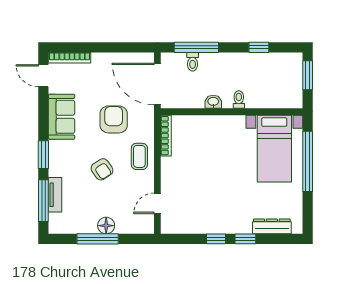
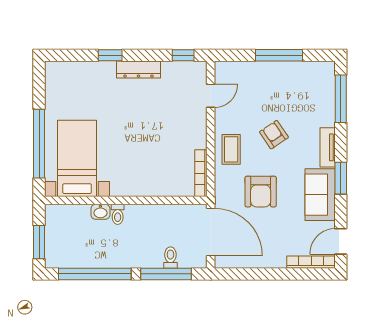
window: (259, 47) -> (95, 274), width x3.17
door: (43, 76) -> (341, 241), swing flipped
washbasin: (213, 102) -> (100, 212), moved
window: (43, 155) -> (341, 178), moved
tv unit: (55, 195) -> (328, 147), moved
floor lamp: (106, 226) -> (269, 70), removed
dresser: (272, 226) -> (138, 69), moved
window: (216, 239) -> (183, 55), moved

